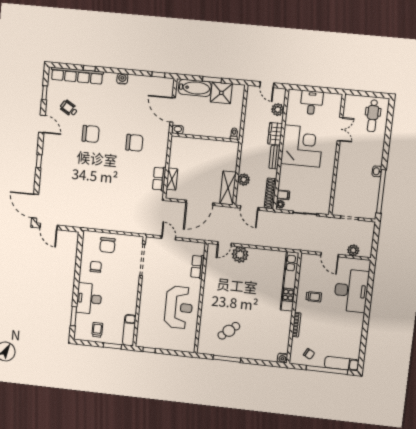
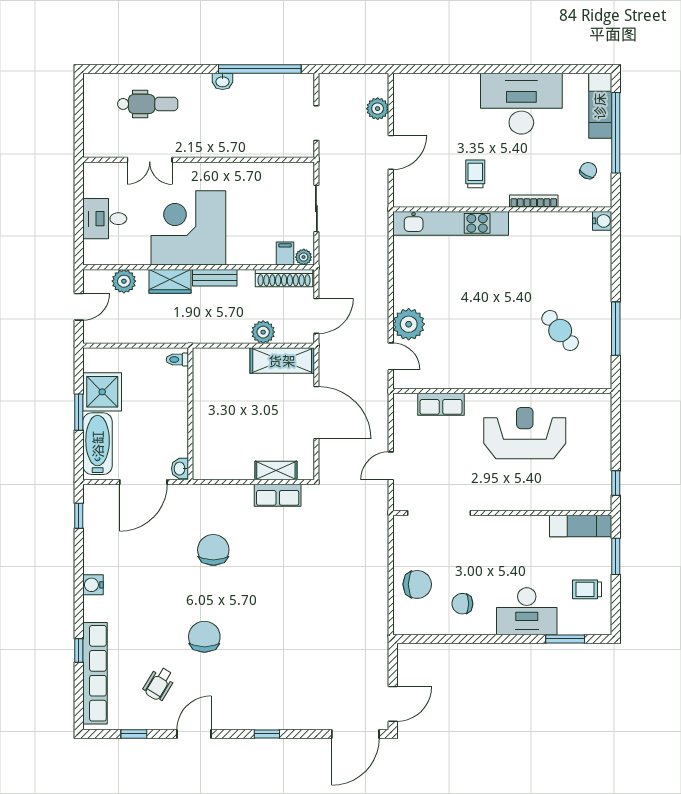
dental chair: (373, 116) -> (148, 104), moved
double door: (340, 129) -> (150, 160), swing flipped
desk: (351, 291) -> (521, 104), moved

